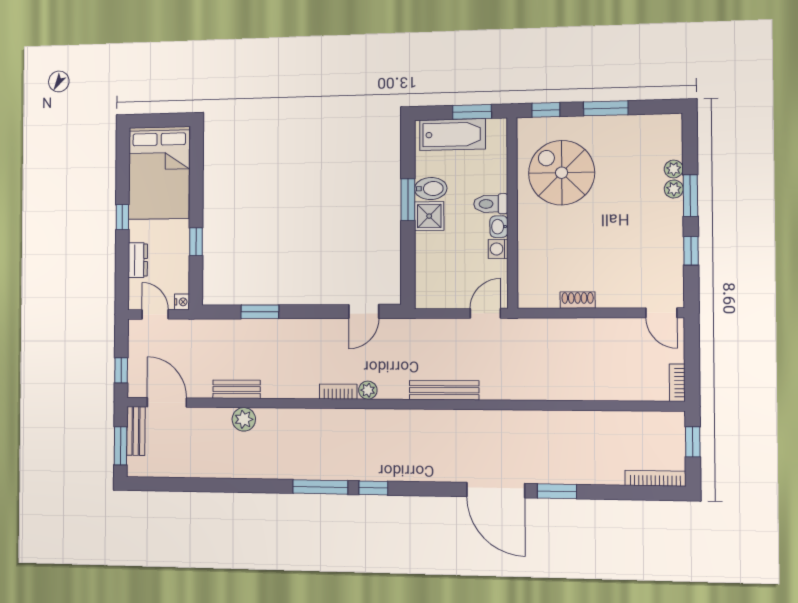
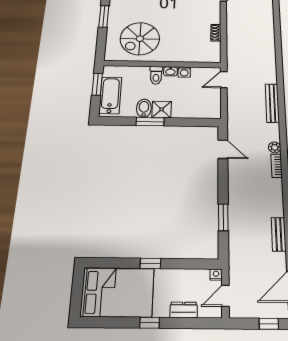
window: (546, 110) -> (101, 46), removed
window: (196, 242) -> (150, 263), moved
door: (485, 313) -> (224, 80), hinge flipped

